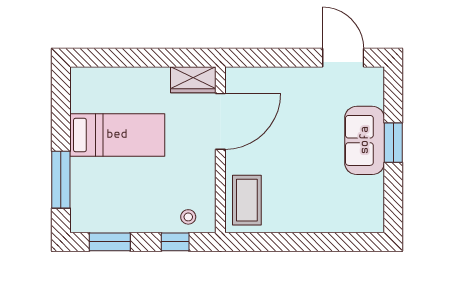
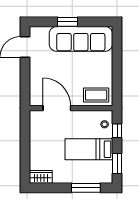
wardrobe: (193, 80) -> (41, 177), moved, turned -90
bed: (117, 135) -> (89, 149), moved, turned -90
sofa: (365, 140) -> (81, 39), width x1.85, depth x1.27

